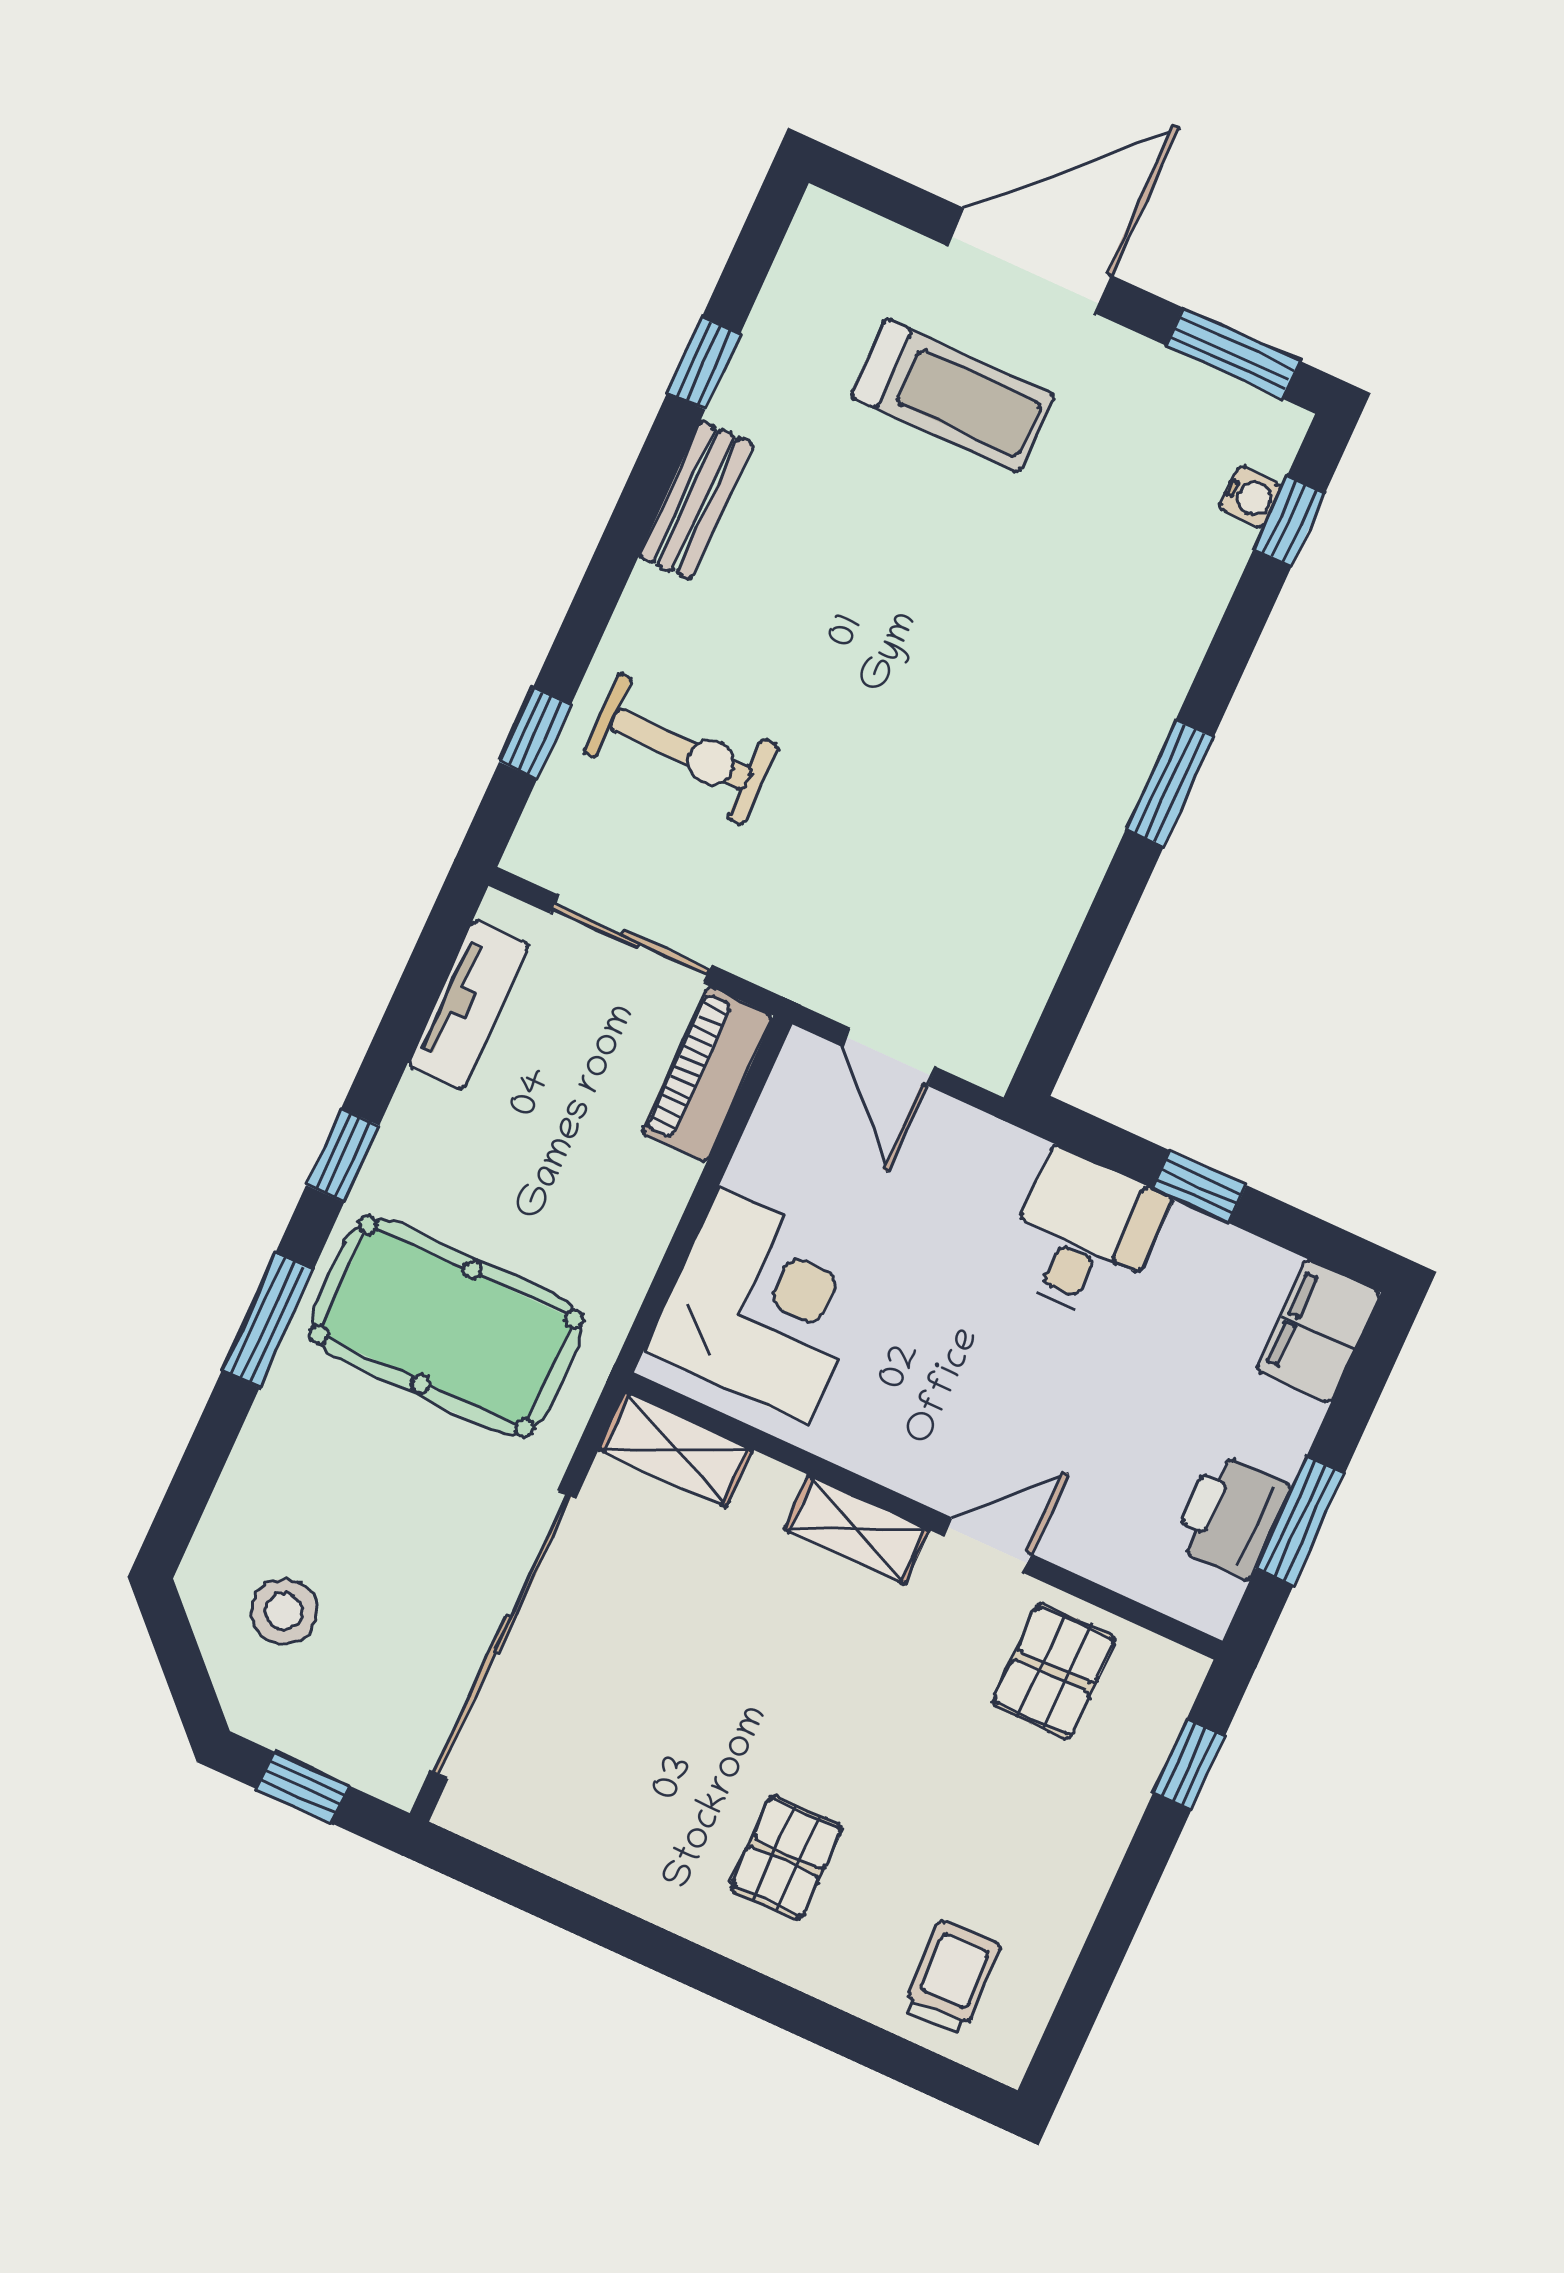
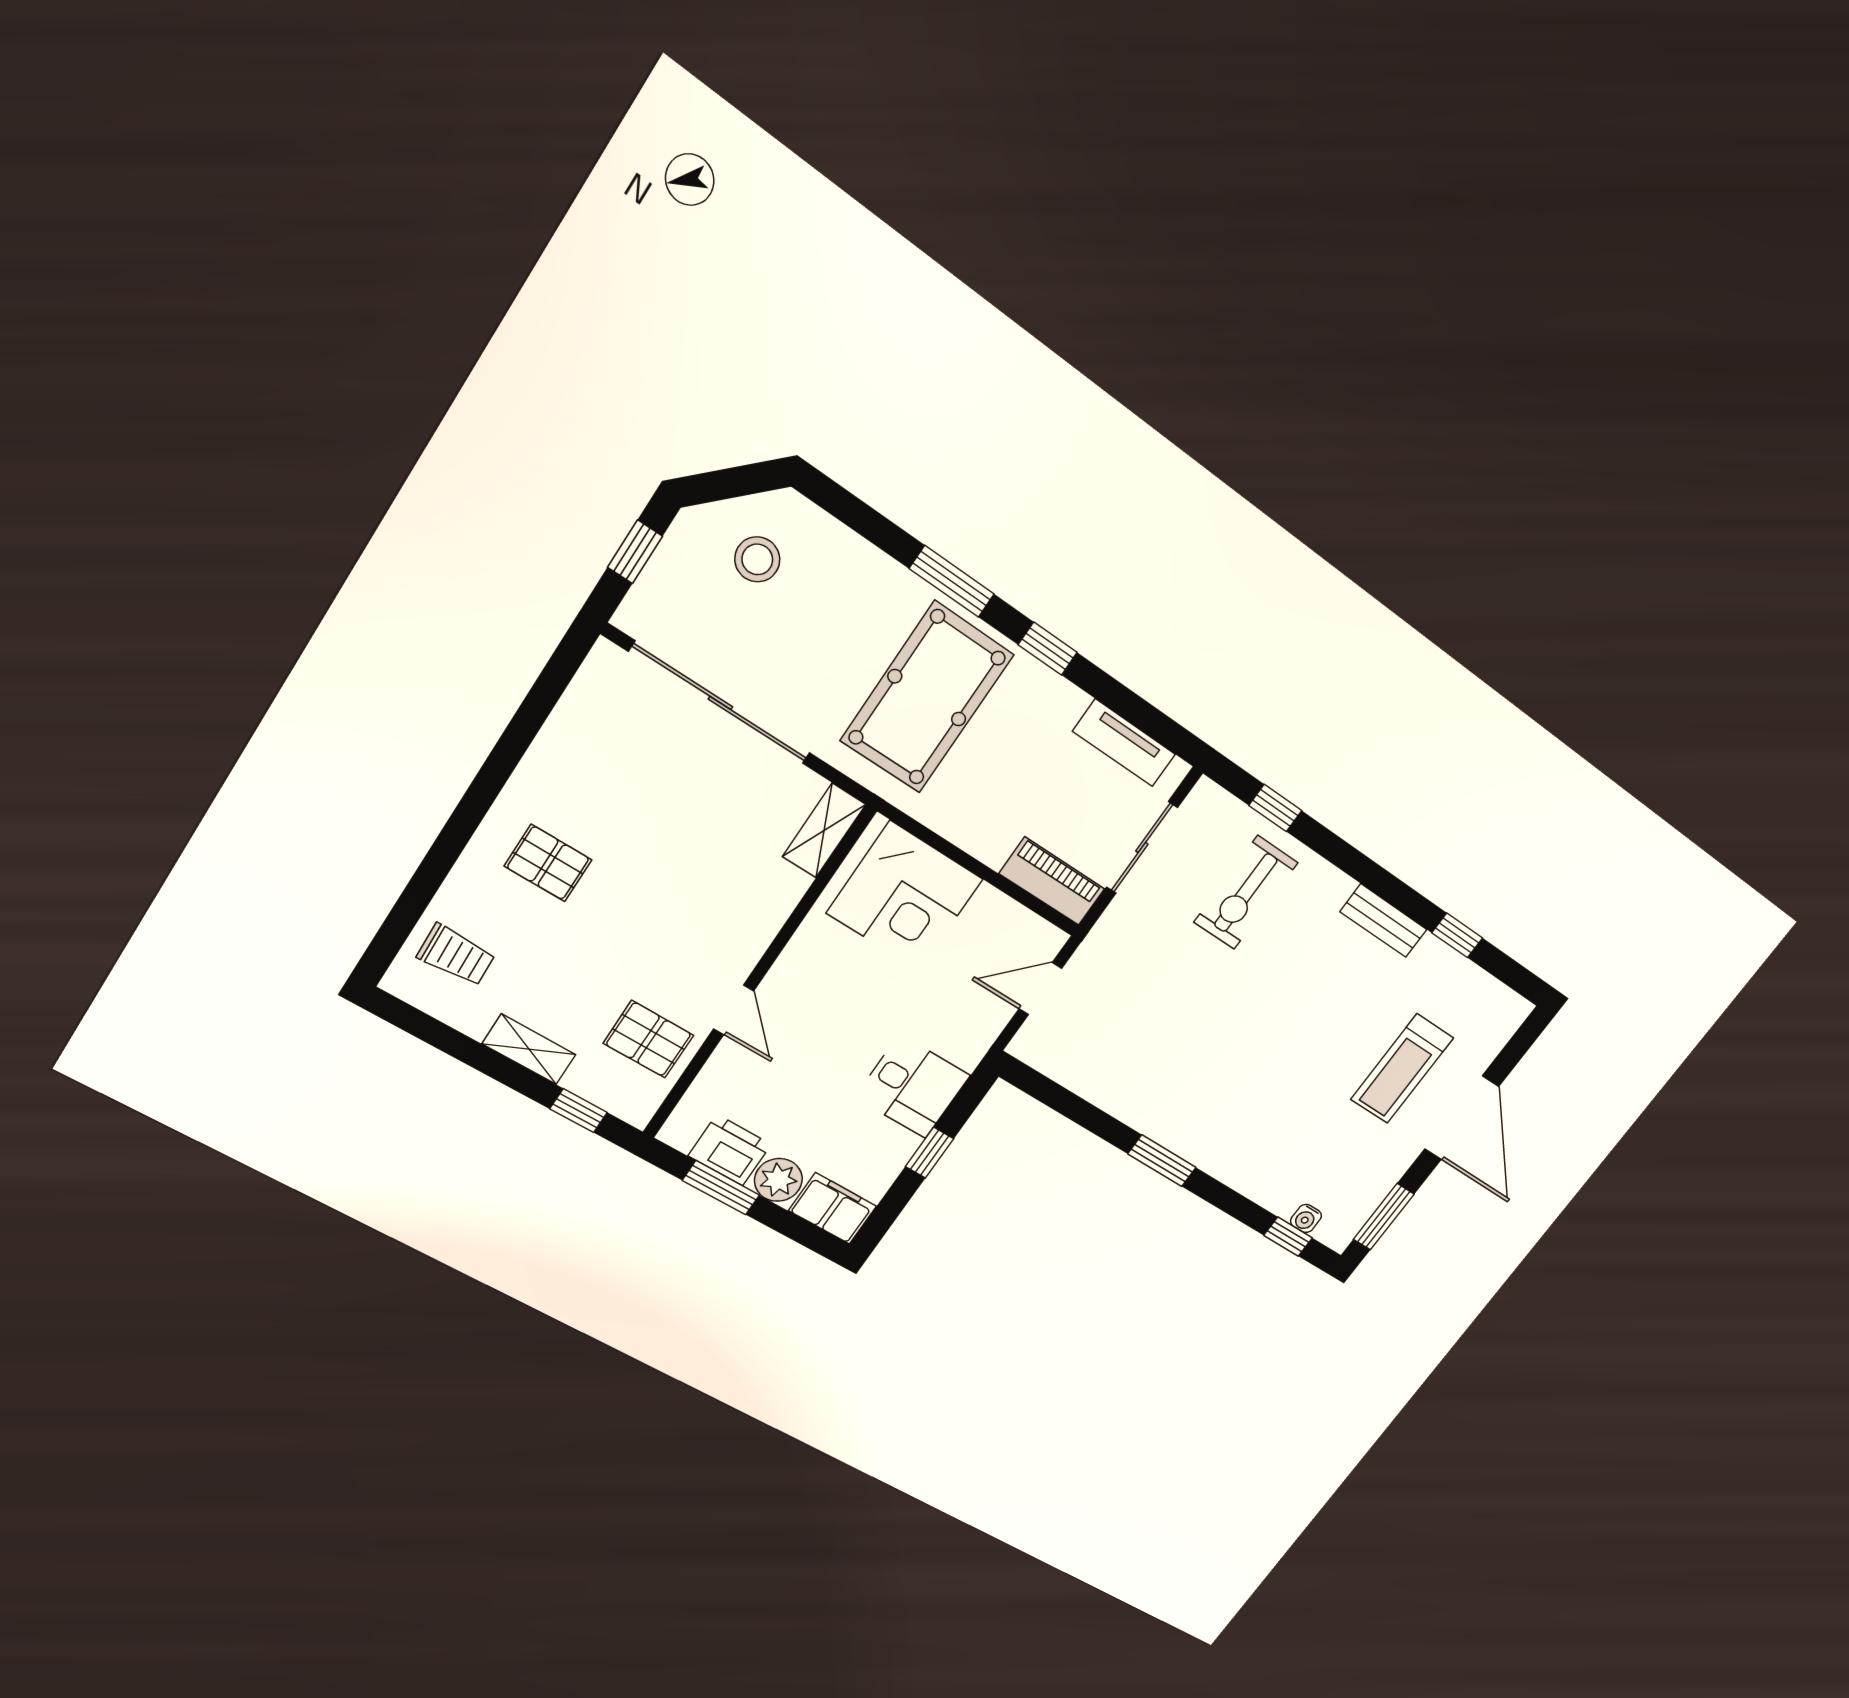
plant: (1276, 1429) -> (778, 1180), added
shelving: (857, 1530) -> (529, 1049), moved, turned 90

